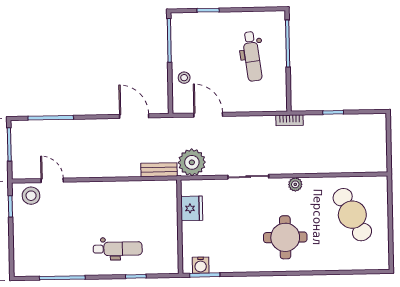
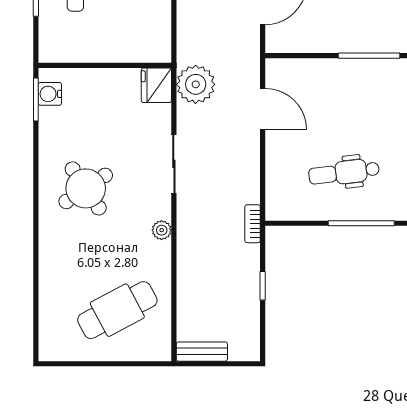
stool: (184, 78) -> (316, 76), removed
door: (208, 115) -> (263, 109), hinge flipped
bench: (159, 170) -> (202, 352), moved, turned 90
fridge: (192, 208) -> (156, 85), moved, turned 90
round table: (285, 237) -> (86, 188), moved, turned -34

